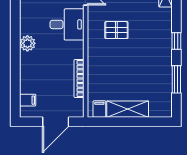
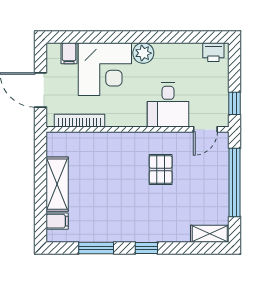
corner desk: (40, 73) -> (105, 69), added
bookcase: (79, 79) -> (79, 121), moved
filing cabinet: (99, 109) -> (57, 221), moved

